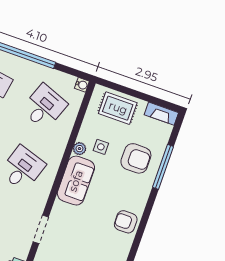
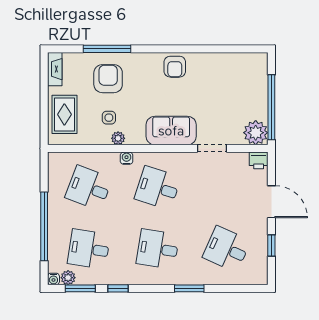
water cooler: (82, 85) -> (127, 158), moved
sofa: (76, 181) -> (171, 131), moved

